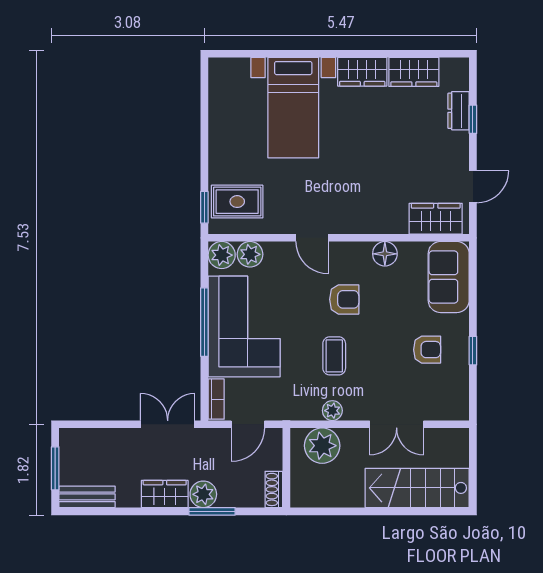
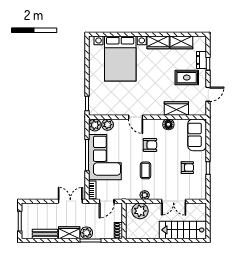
bed with nightstands: (293, 108) -> (120, 59), width x1.36
rug: (237, 202) -> (187, 78), moved
wardrobe: (436, 219) -> (176, 109), moved
bench: (87, 497) -> (45, 234), moved

